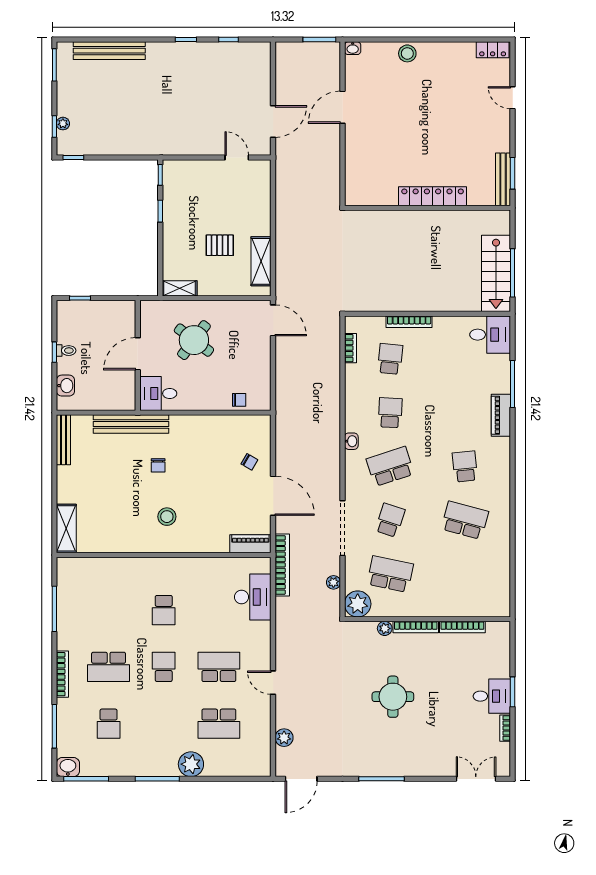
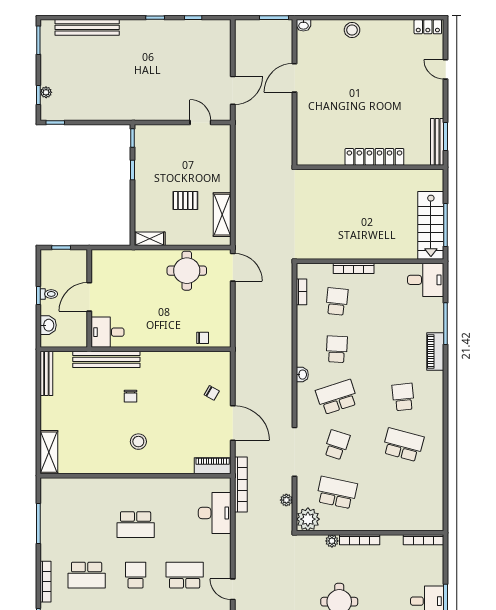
round table: (194, 340) -> (187, 271), moved, turned -37
door: (138, 354) -> (89, 297), moved
wall: (138, 355) -> (89, 298), moved
desk: (158, 393) -> (108, 332), moved
school desk: (164, 610) -> (136, 525), width x1.85
bookcase: (462, 627) -> (424, 540), moved

